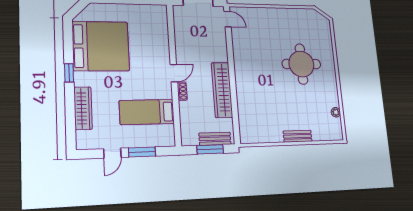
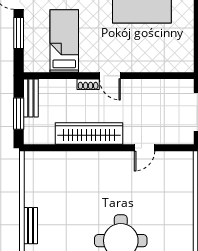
door: (227, 19) -> (144, 148), moved
bench: (215, 139) -> (31, 98), moved

